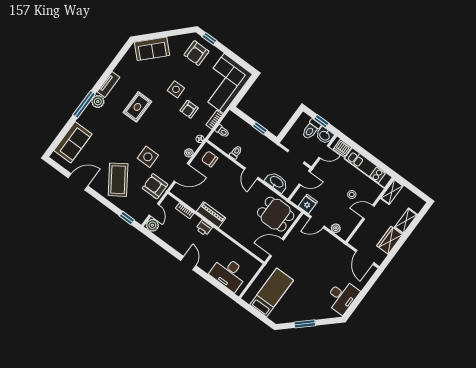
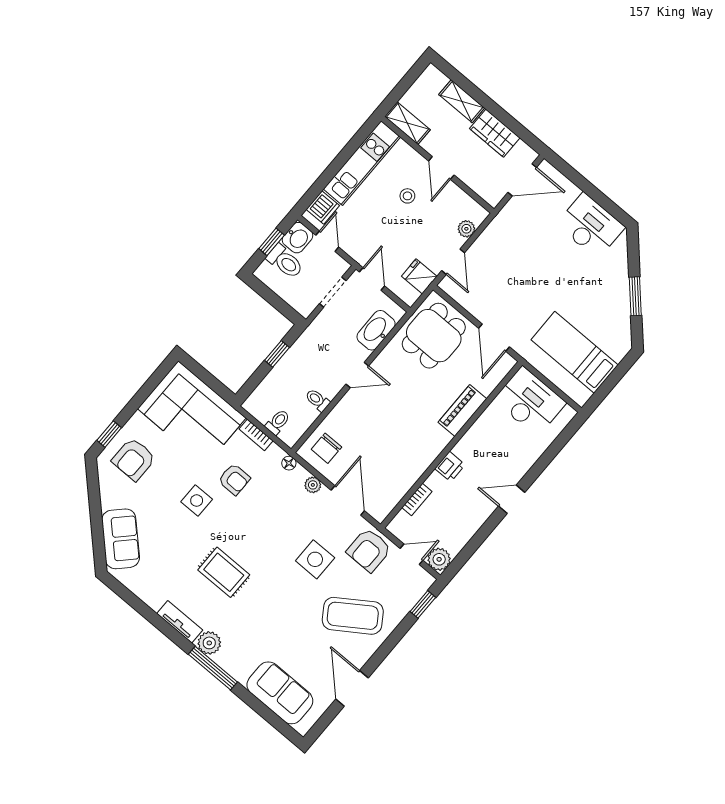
armchair: (196, 53) -> (134, 459), turned 90
piano: (211, 215) -> (462, 410), moved
desk: (229, 273) -> (530, 401), moved, turned -90

